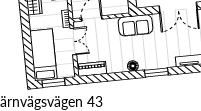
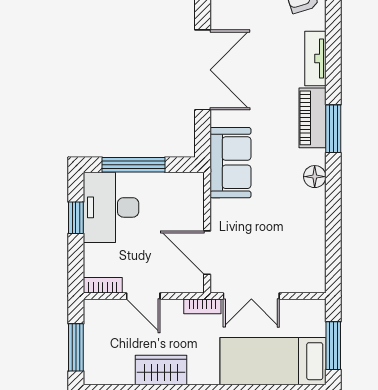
double door: (73, 42) -> (251, 296), swing flipped
piano: (92, 69) -> (312, 118), moved

